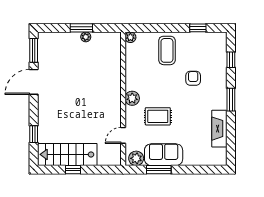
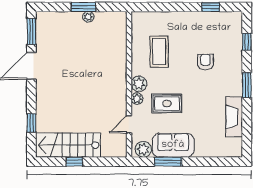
plant: (130, 37) -> (137, 99), moved
coffee table: (167, 50) -> (159, 52), moved

